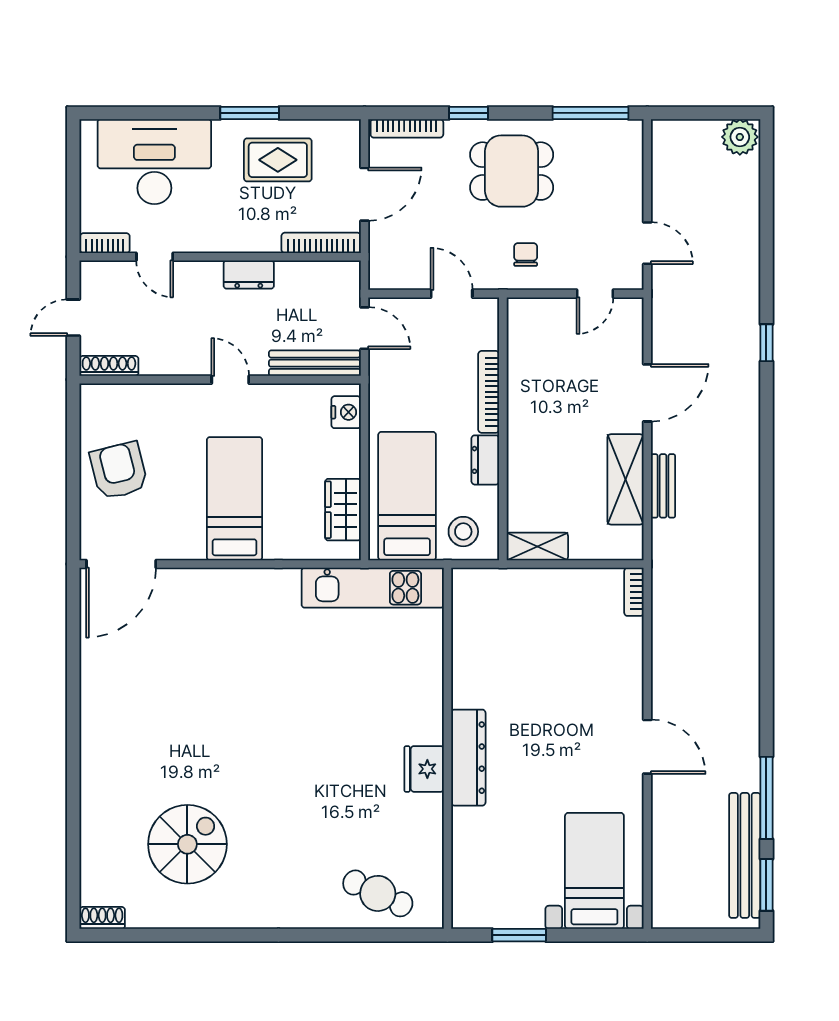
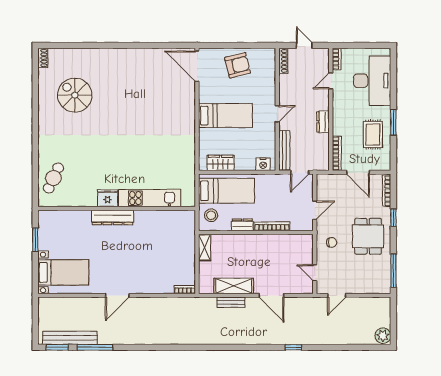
kitchen unit: (373, 588) -> (150, 198), moved, turned 90
spiral stairs: (187, 844) -> (75, 95), turned 180

